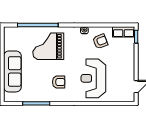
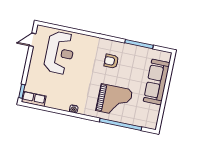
armchair: (100, 41) -> (60, 94), removed
reception desk: (93, 78) -> (60, 53), moved

